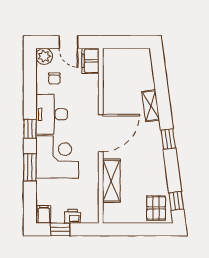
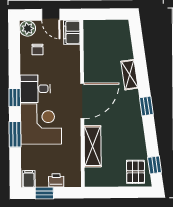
desk: (52, 114) -> (35, 89), width x0.73

